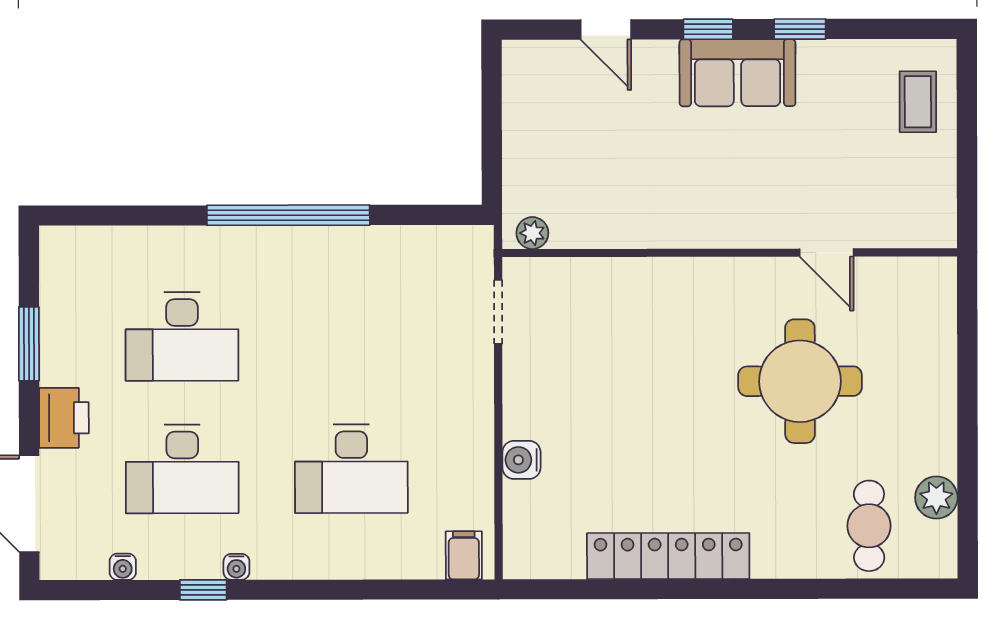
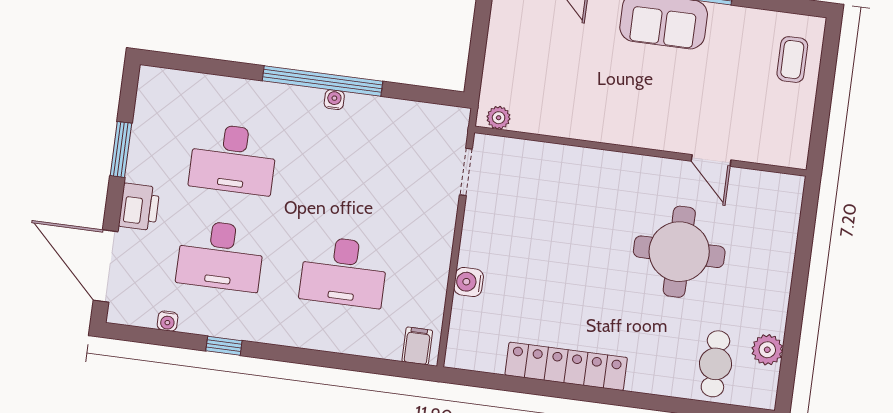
water cooler: (236, 567) -> (334, 100), moved, turned 180

